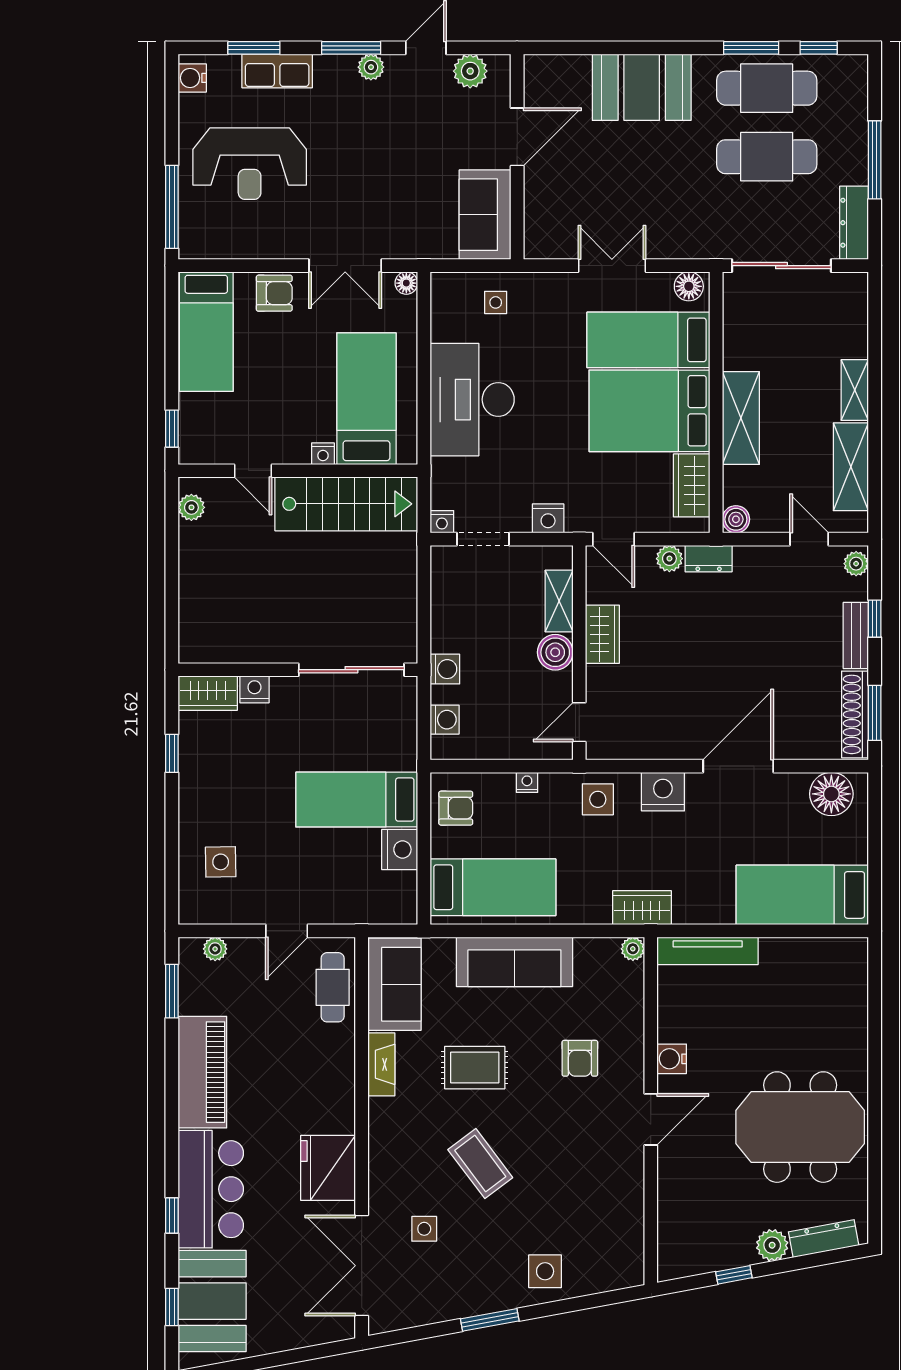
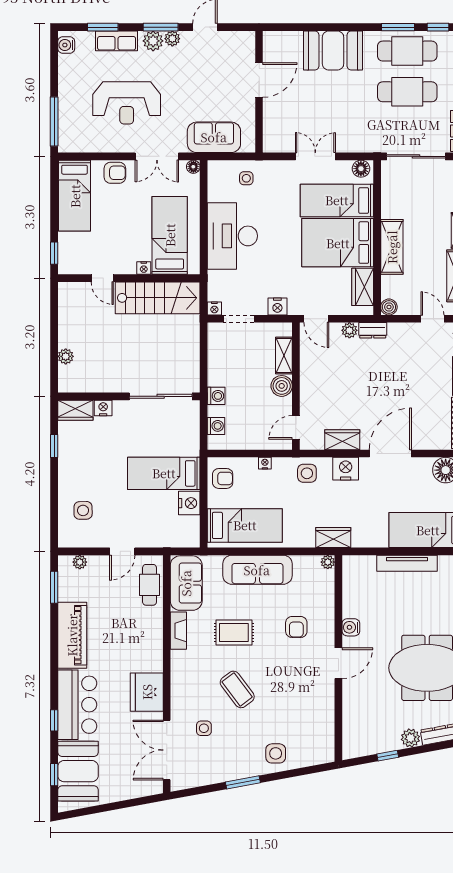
plant: (470, 71) -> (153, 41), moved
reception desk: (250, 164) -> (127, 103), moved
sofa: (485, 215) -> (214, 137), moved, turned 90
plant: (191, 507) -> (66, 356), moved
wardrobe: (602, 634) -> (342, 440), moved, turned -90
tv unit: (708, 951) -> (407, 563), moved

